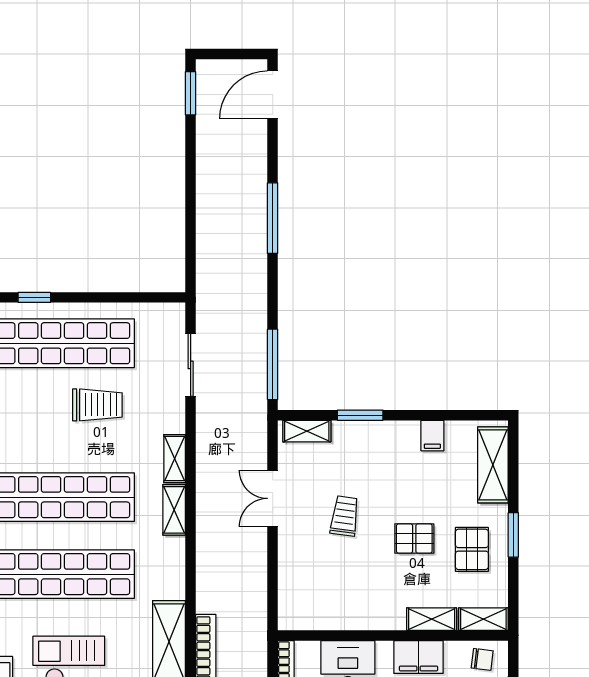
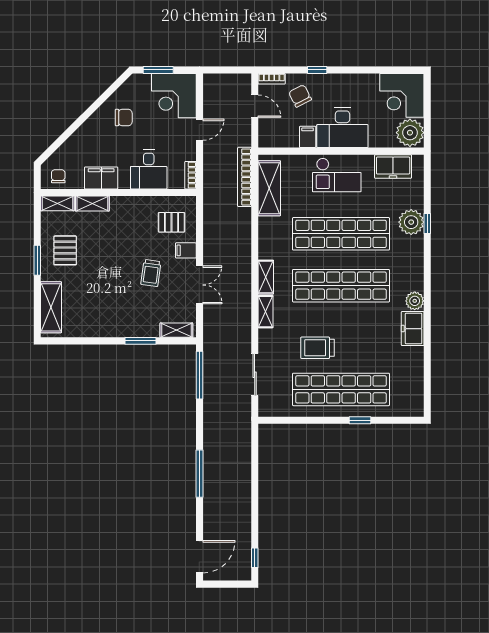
window: (191, 93) -> (255, 558), width x0.67
filing cabinet: (432, 436) -> (186, 250), moved, turned -90
pallet: (414, 539) -> (171, 222), moved
chair: (482, 659) -> (58, 176), turned 83

